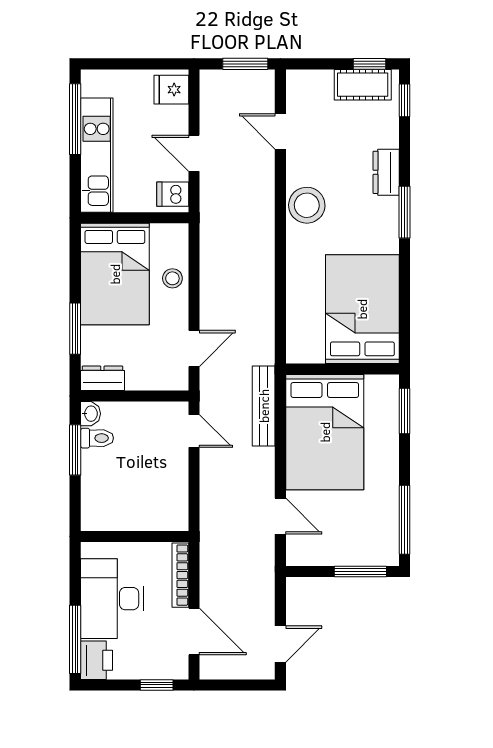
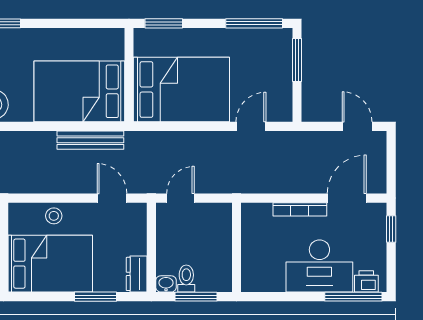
bed: (362, 309) -> (79, 91), moved
bench: (264, 406) -> (90, 140), moved
wall: (135, 536) -> (237, 247), moved
printer: (97, 660) -> (366, 281), width x0.73, depth x0.81

